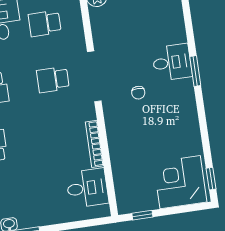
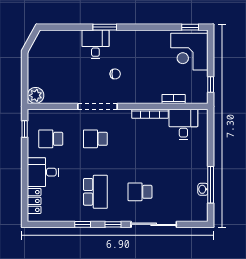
school desk: (45, 23) -> (51, 139), turned 90
school desk: (53, 80) -> (95, 139), turned 90
bookcase: (118, 171) -> (174, 99), added

